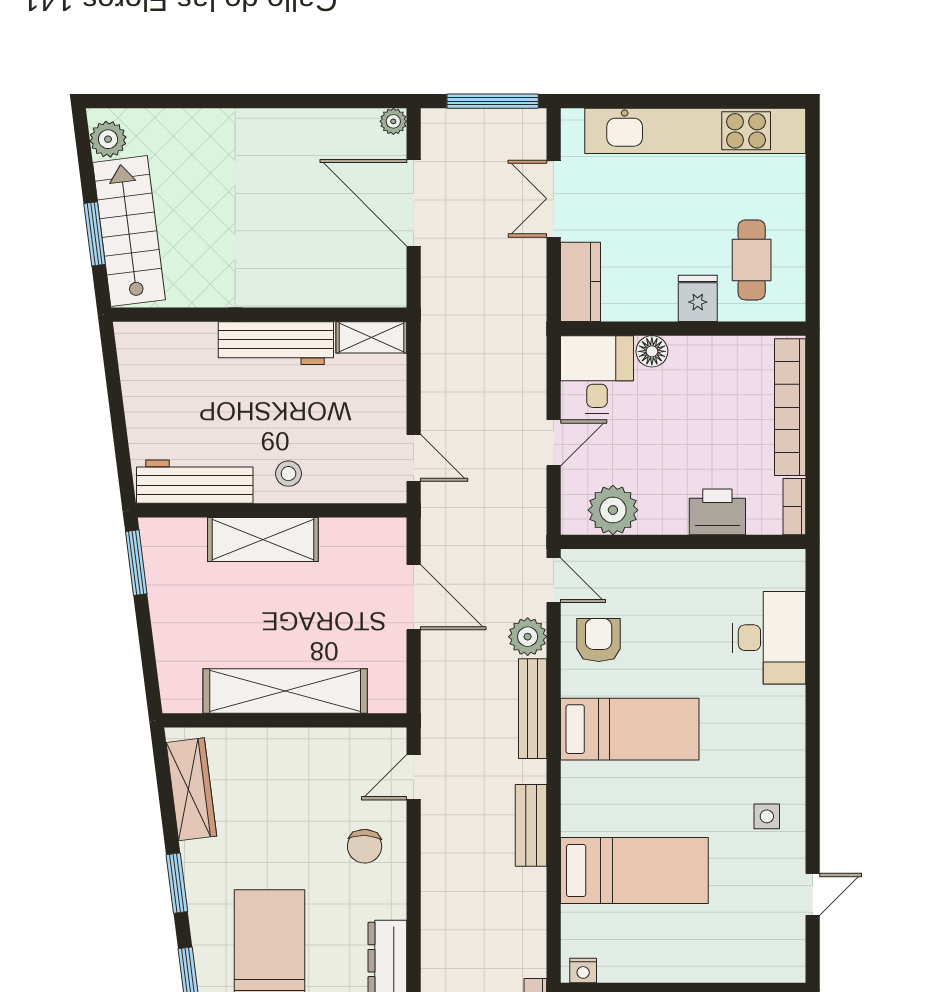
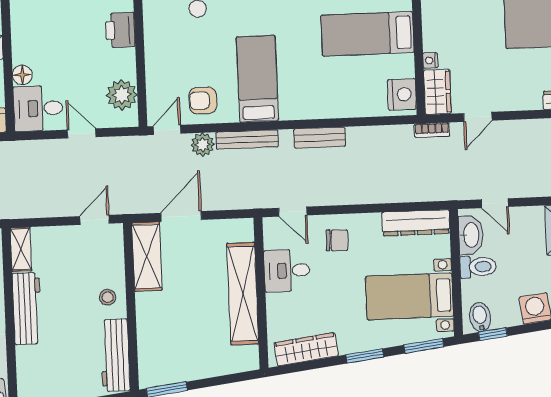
shelving: (263, 540) -> (147, 256), moved
desk: (319, 764) -> (287, 271), added
bed: (634, 871) -> (367, 34), moved, turned -90
nightstand: (583, 970) -> (402, 94), width x1.89, depth x1.79

